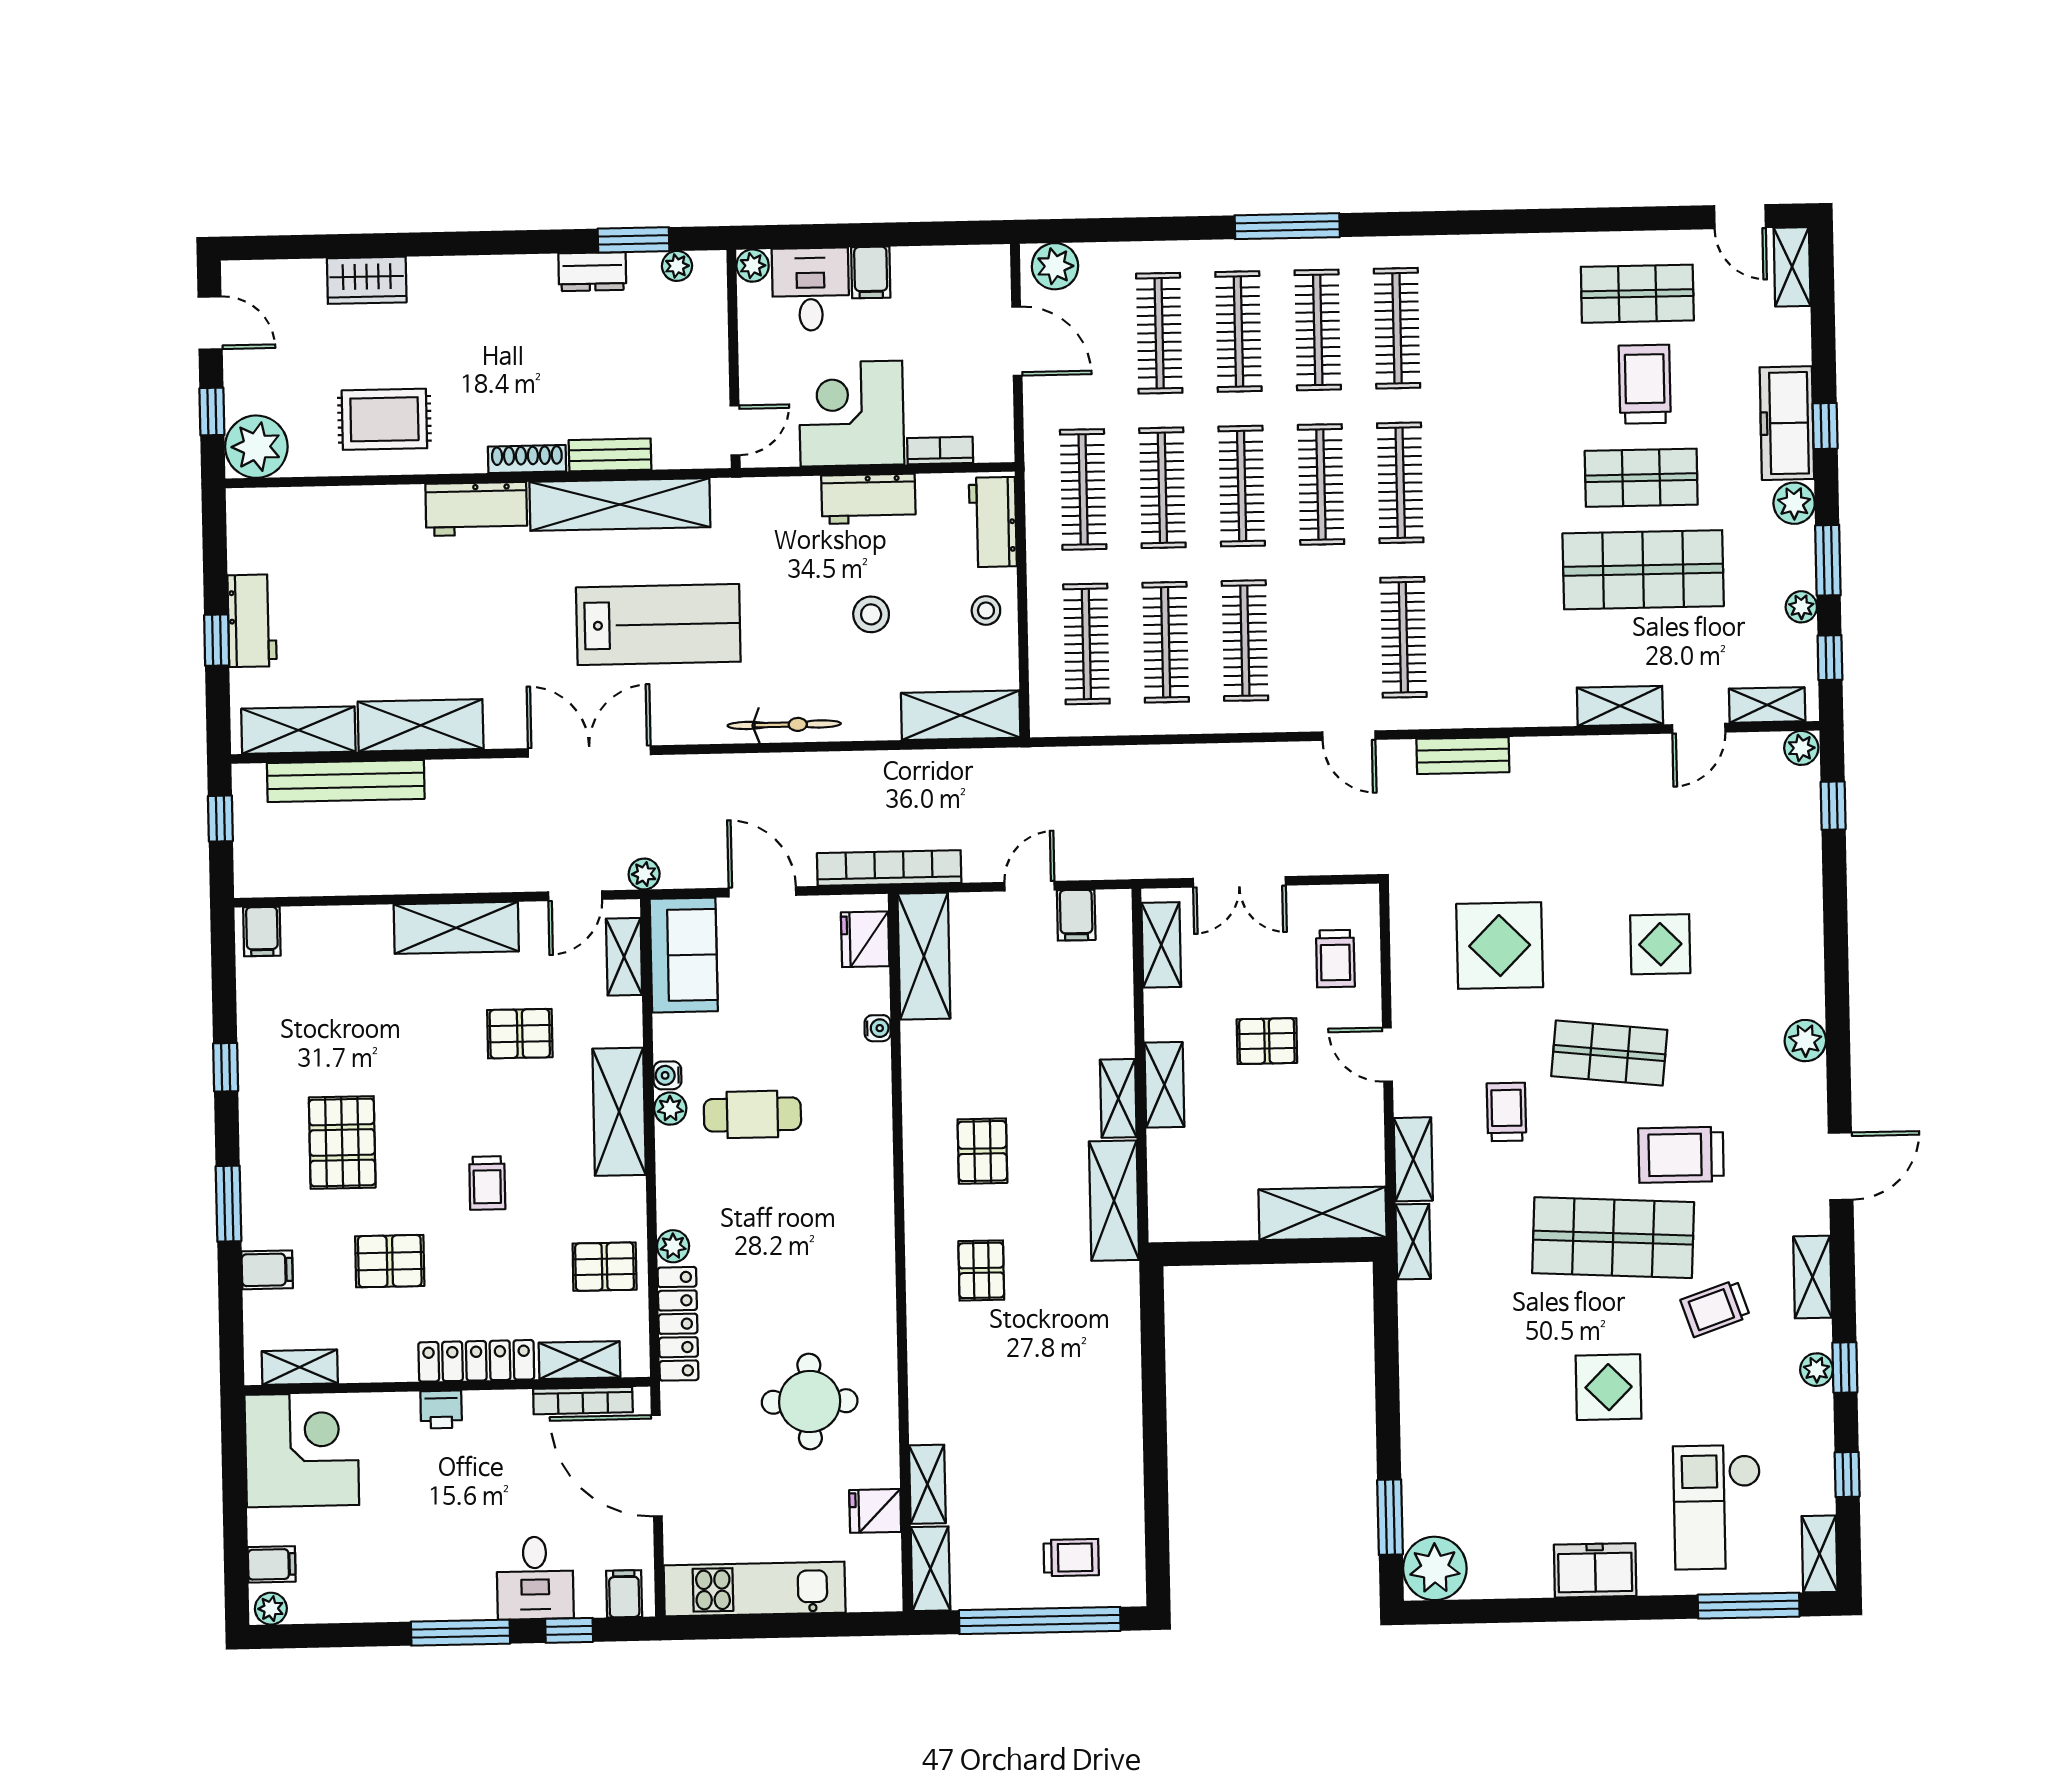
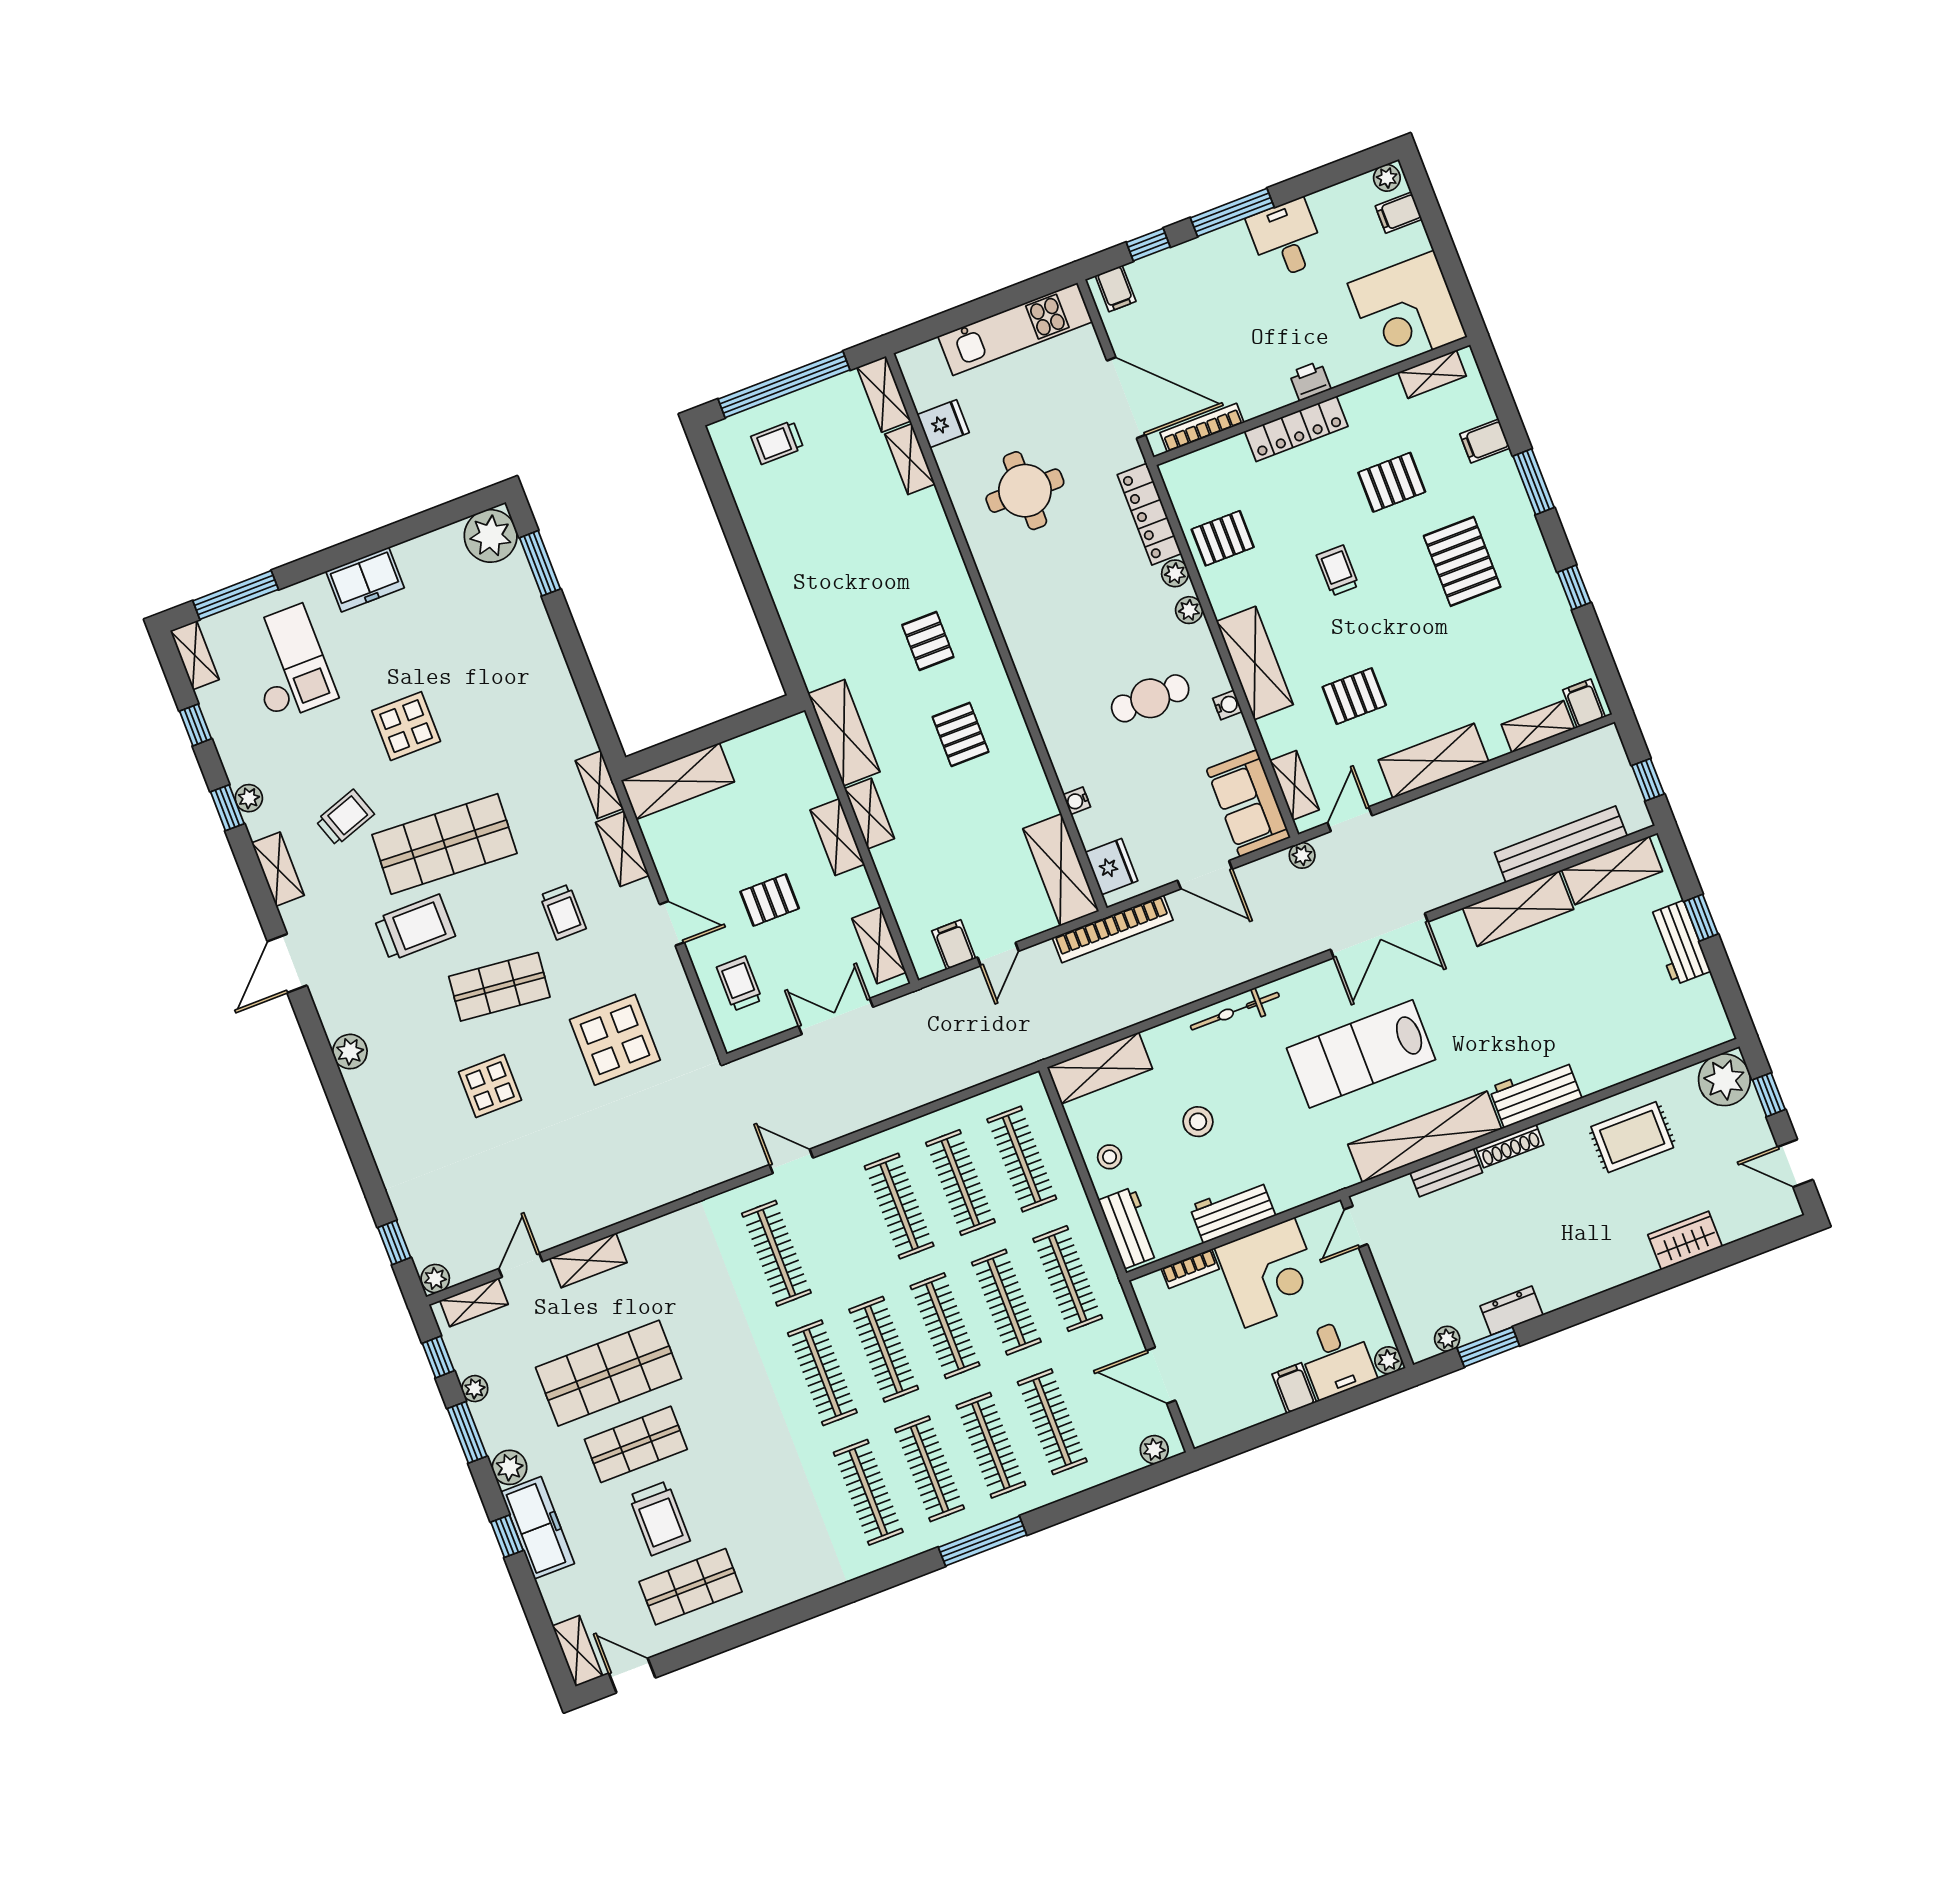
plant: (1055, 266) -> (1154, 1450), width x0.73, depth x0.73
bench: (1463, 756) -> (697, 1178), removed
plant: (670, 1109) -> (1189, 610), moved
shelving: (579, 1360) -> (1538, 727), moved
desk: (535, 1578) -> (1286, 239), moved

